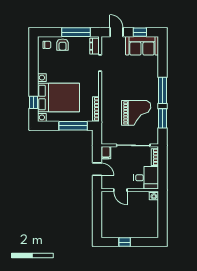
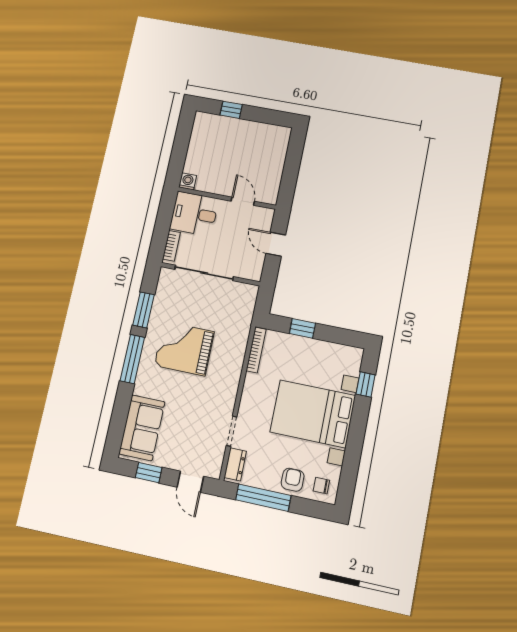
sofa: (142, 46) -> (142, 428), moved, turned 90
bed with nightstands: (59, 98) -> (313, 414), moved
grand piano: (136, 113) -> (184, 349), moved
window: (73, 126) -> (302, 328), width x0.46
filing cabinet: (106, 153) -> (254, 270), removed
window: (125, 242) -> (231, 110), moved

